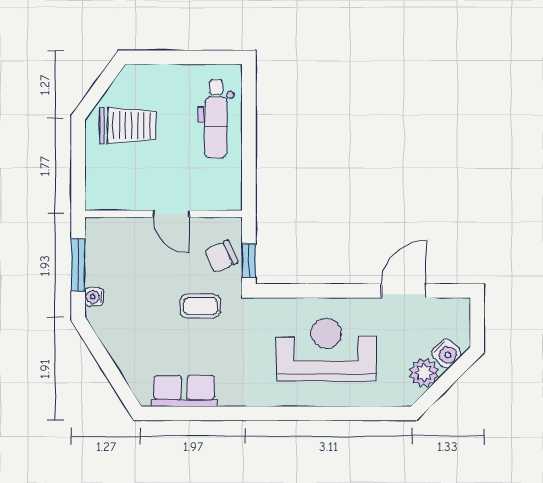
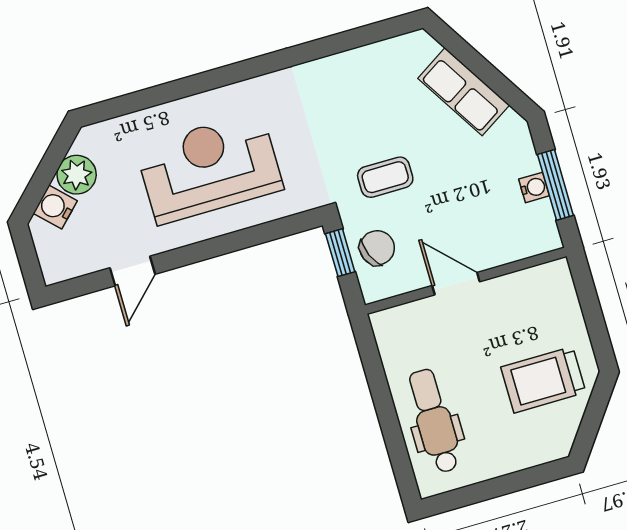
door: (404, 291) -> (133, 271), width x0.73
water cooler: (94, 297) -> (534, 187), moved
reception desk: (326, 350) -> (209, 168), turned 180
row of seats: (184, 391) -> (464, 92), moved, turned 58

